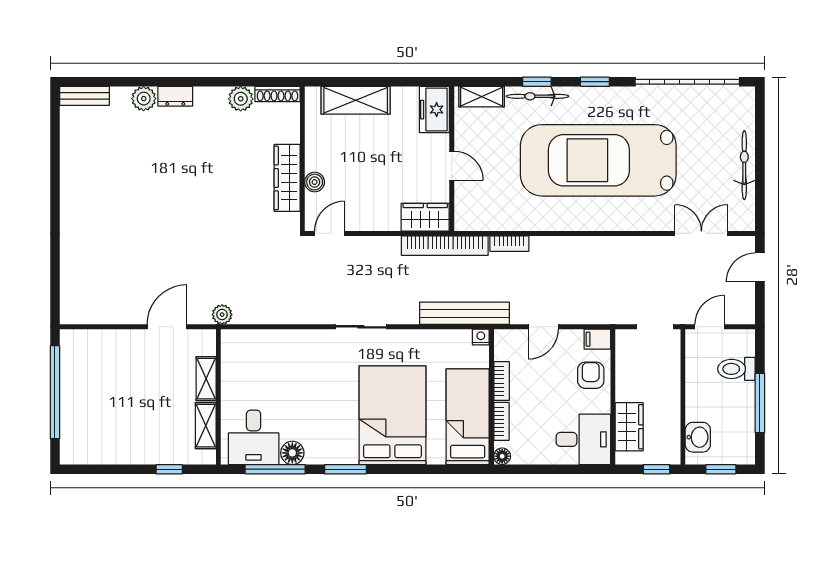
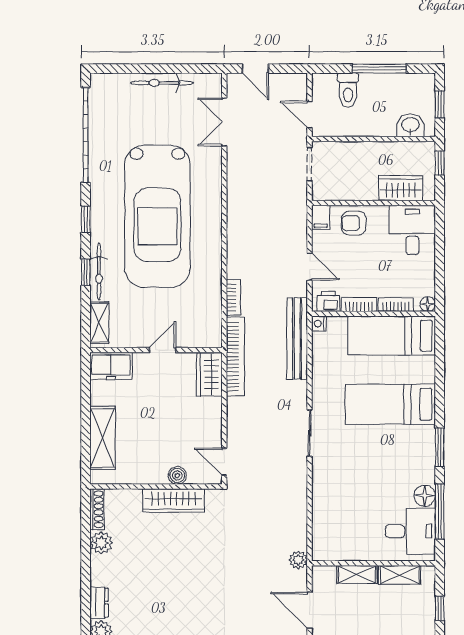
printer: (505, 347) -> (328, 302), added
bed: (392, 415) -> (390, 404), width x0.67

